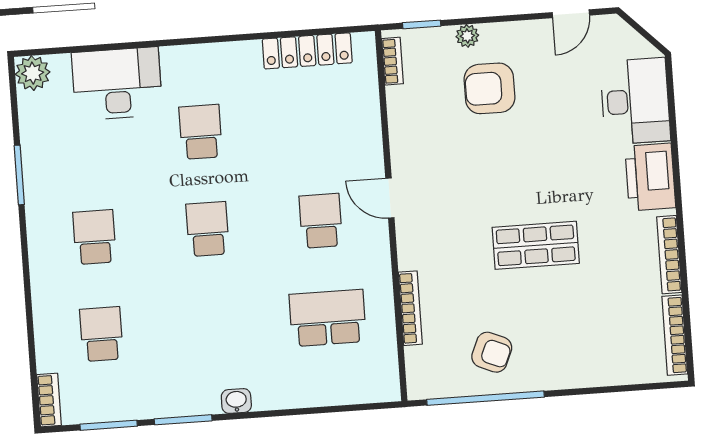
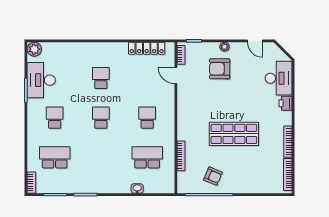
door: (571, 14) -> (255, 41), hinge flipped
plant: (467, 36) -> (225, 47), moved
desk: (117, 84) -> (41, 80), moved, turned -90
printer: (650, 177) -> (286, 103), width x0.53, depth x0.68
door: (390, 198) -> (176, 76), moved
shop shelf: (536, 245) -> (234, 134), width x1.43, depth x1.36
school desk: (101, 334) -> (55, 157), width x1.85
washbasin: (236, 401) -> (137, 189), moved

